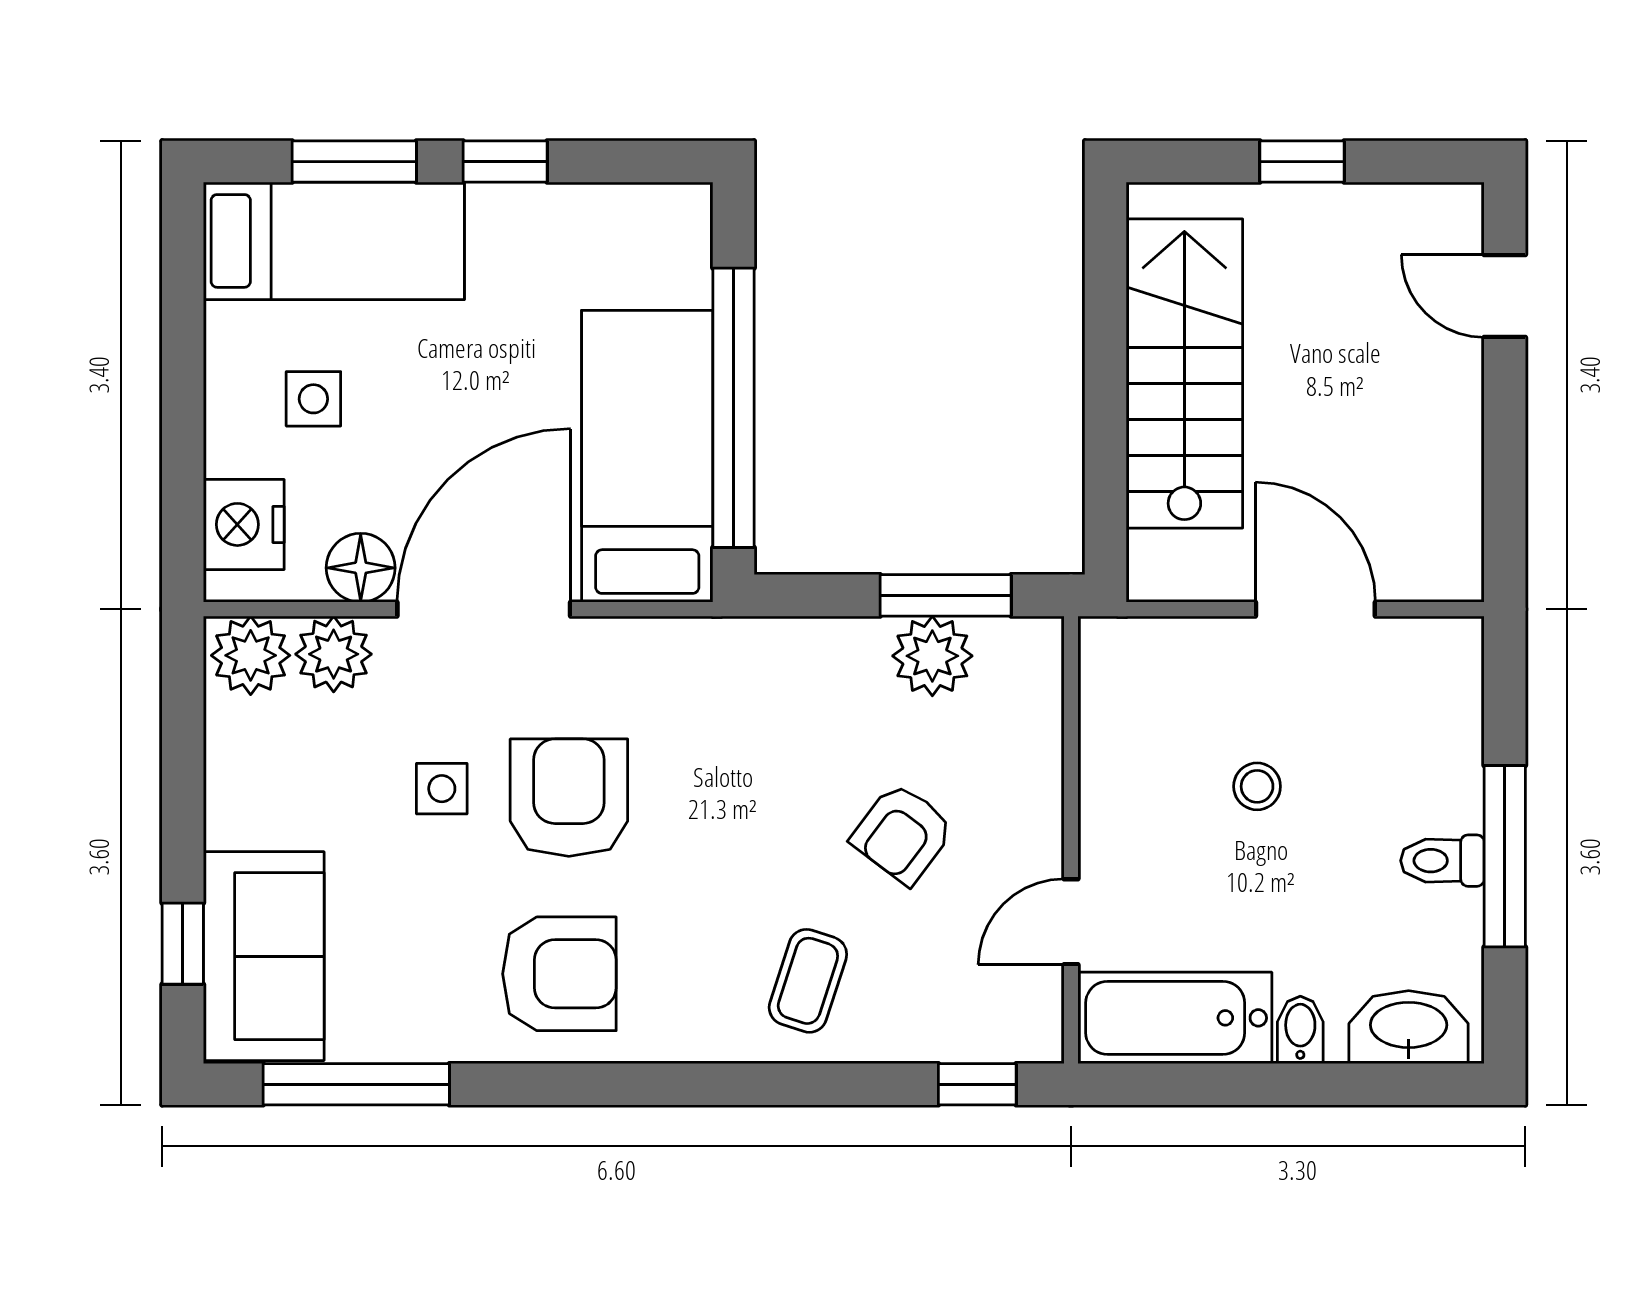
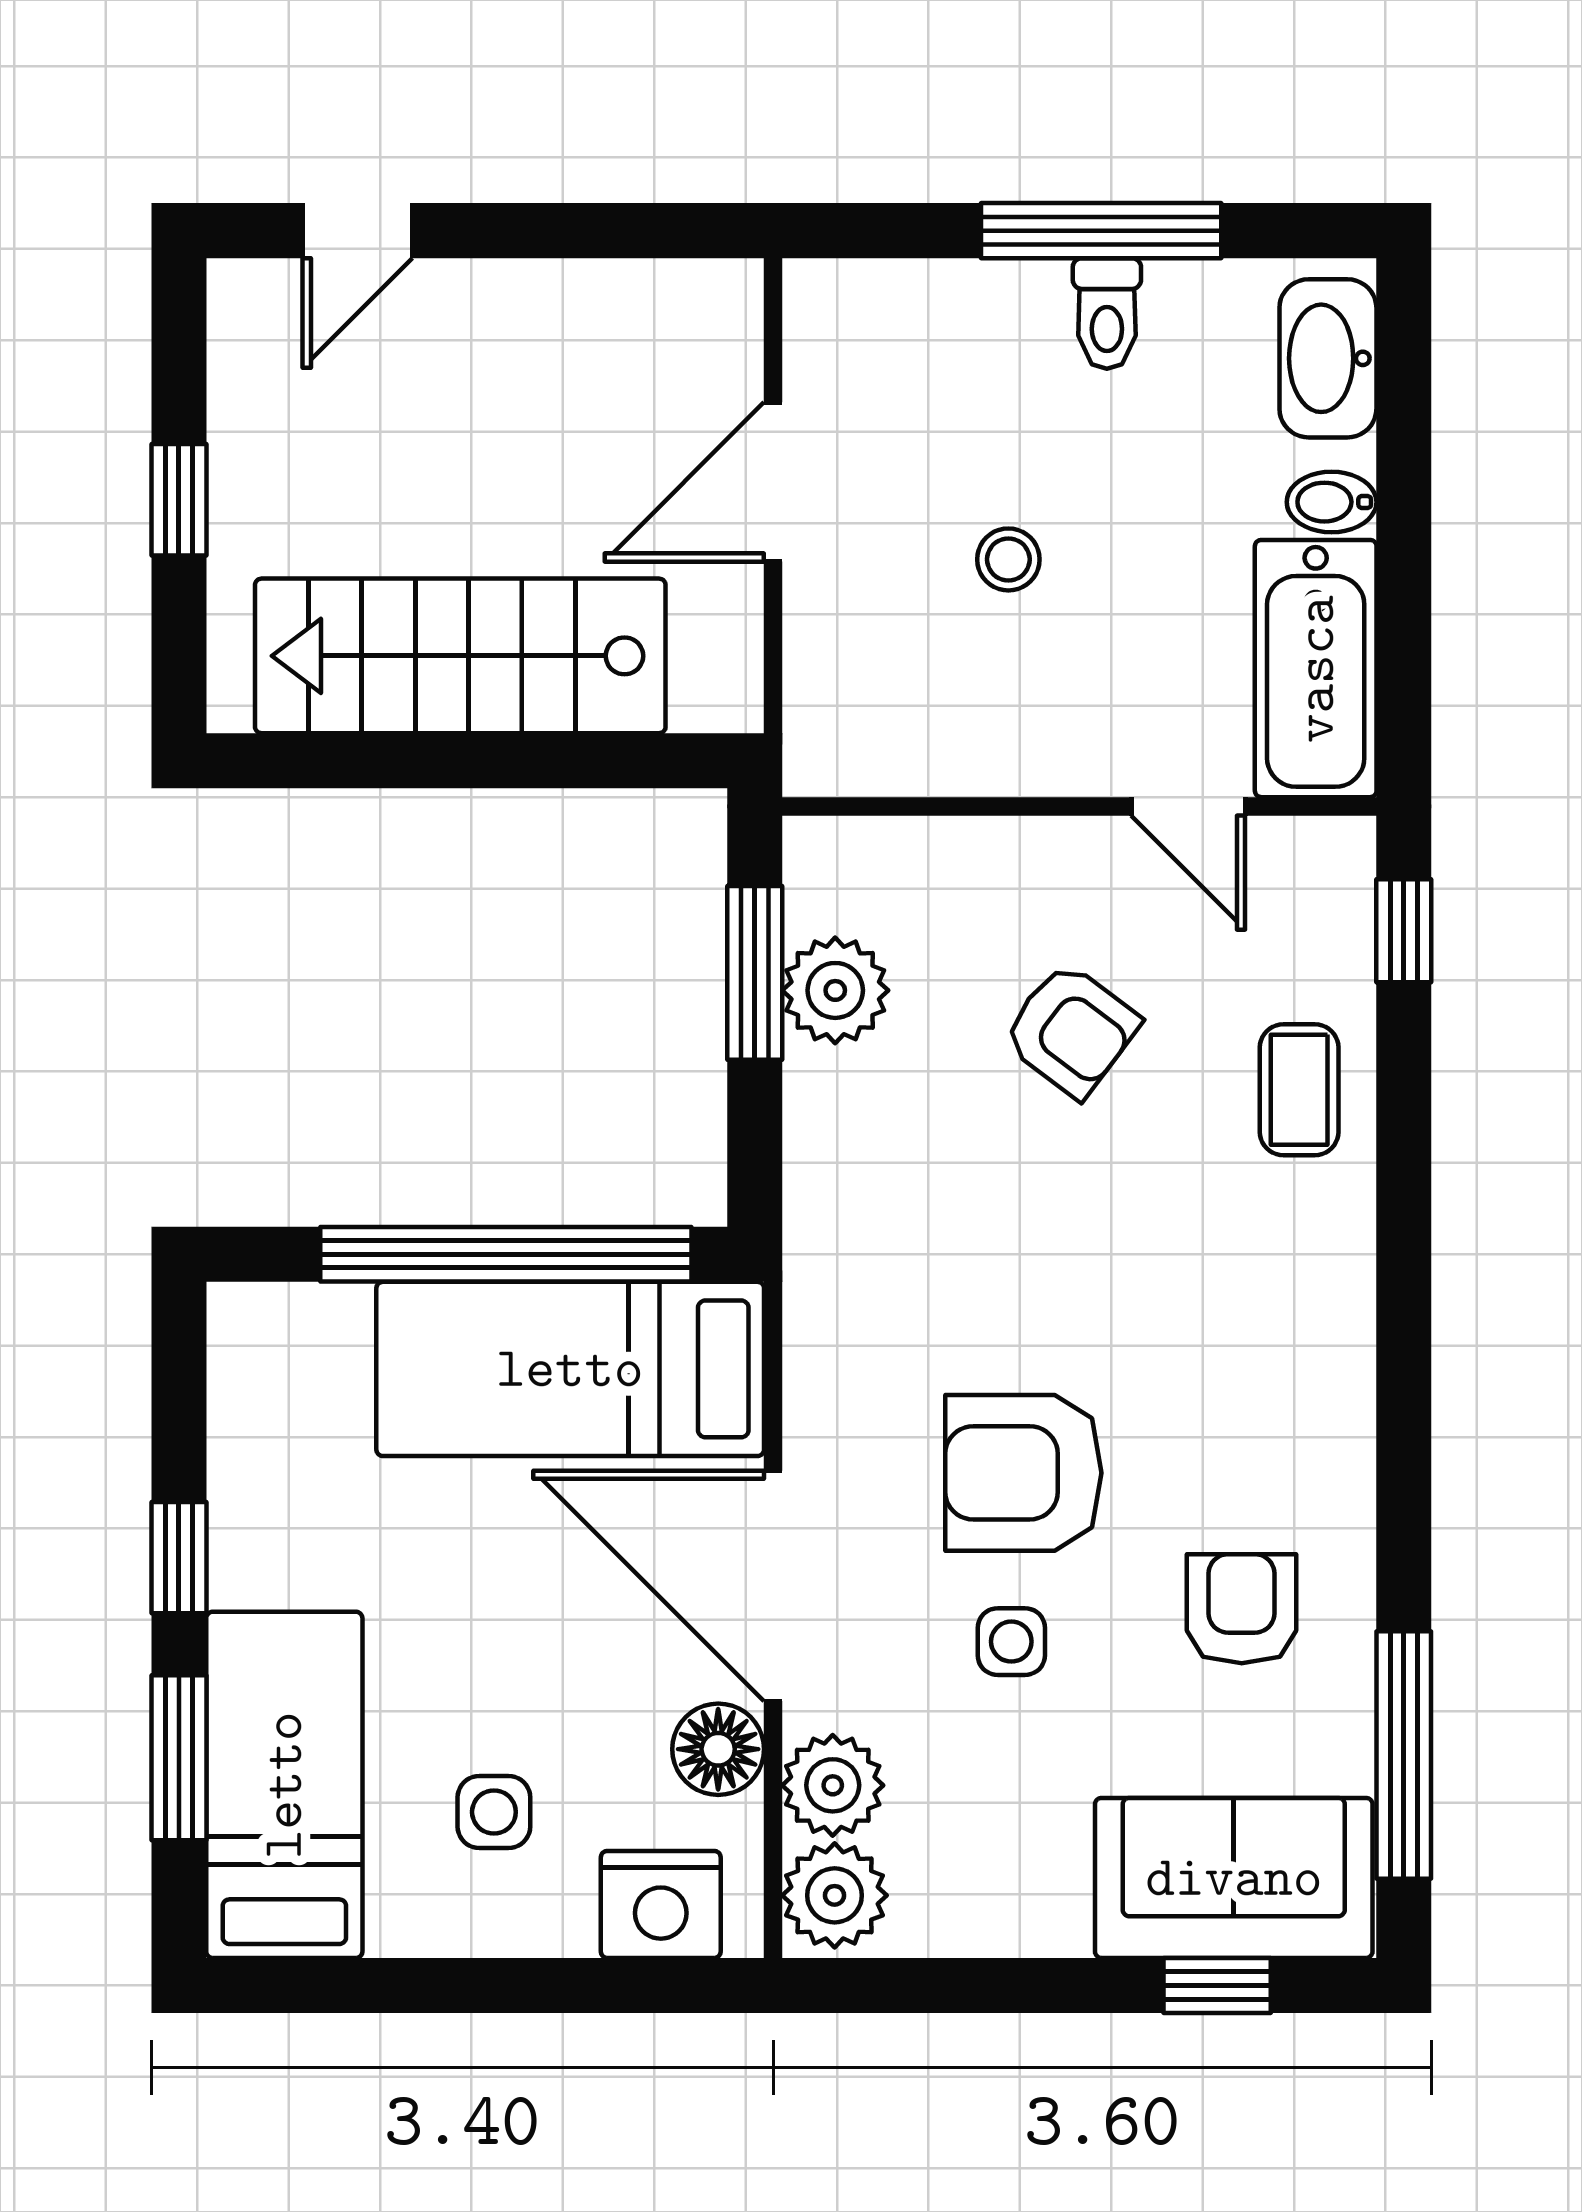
armchair: (559, 974) -> (1242, 1609), moved, width x0.72, depth x0.72
coffee table: (808, 981) -> (1299, 1090), moved, turned 72

